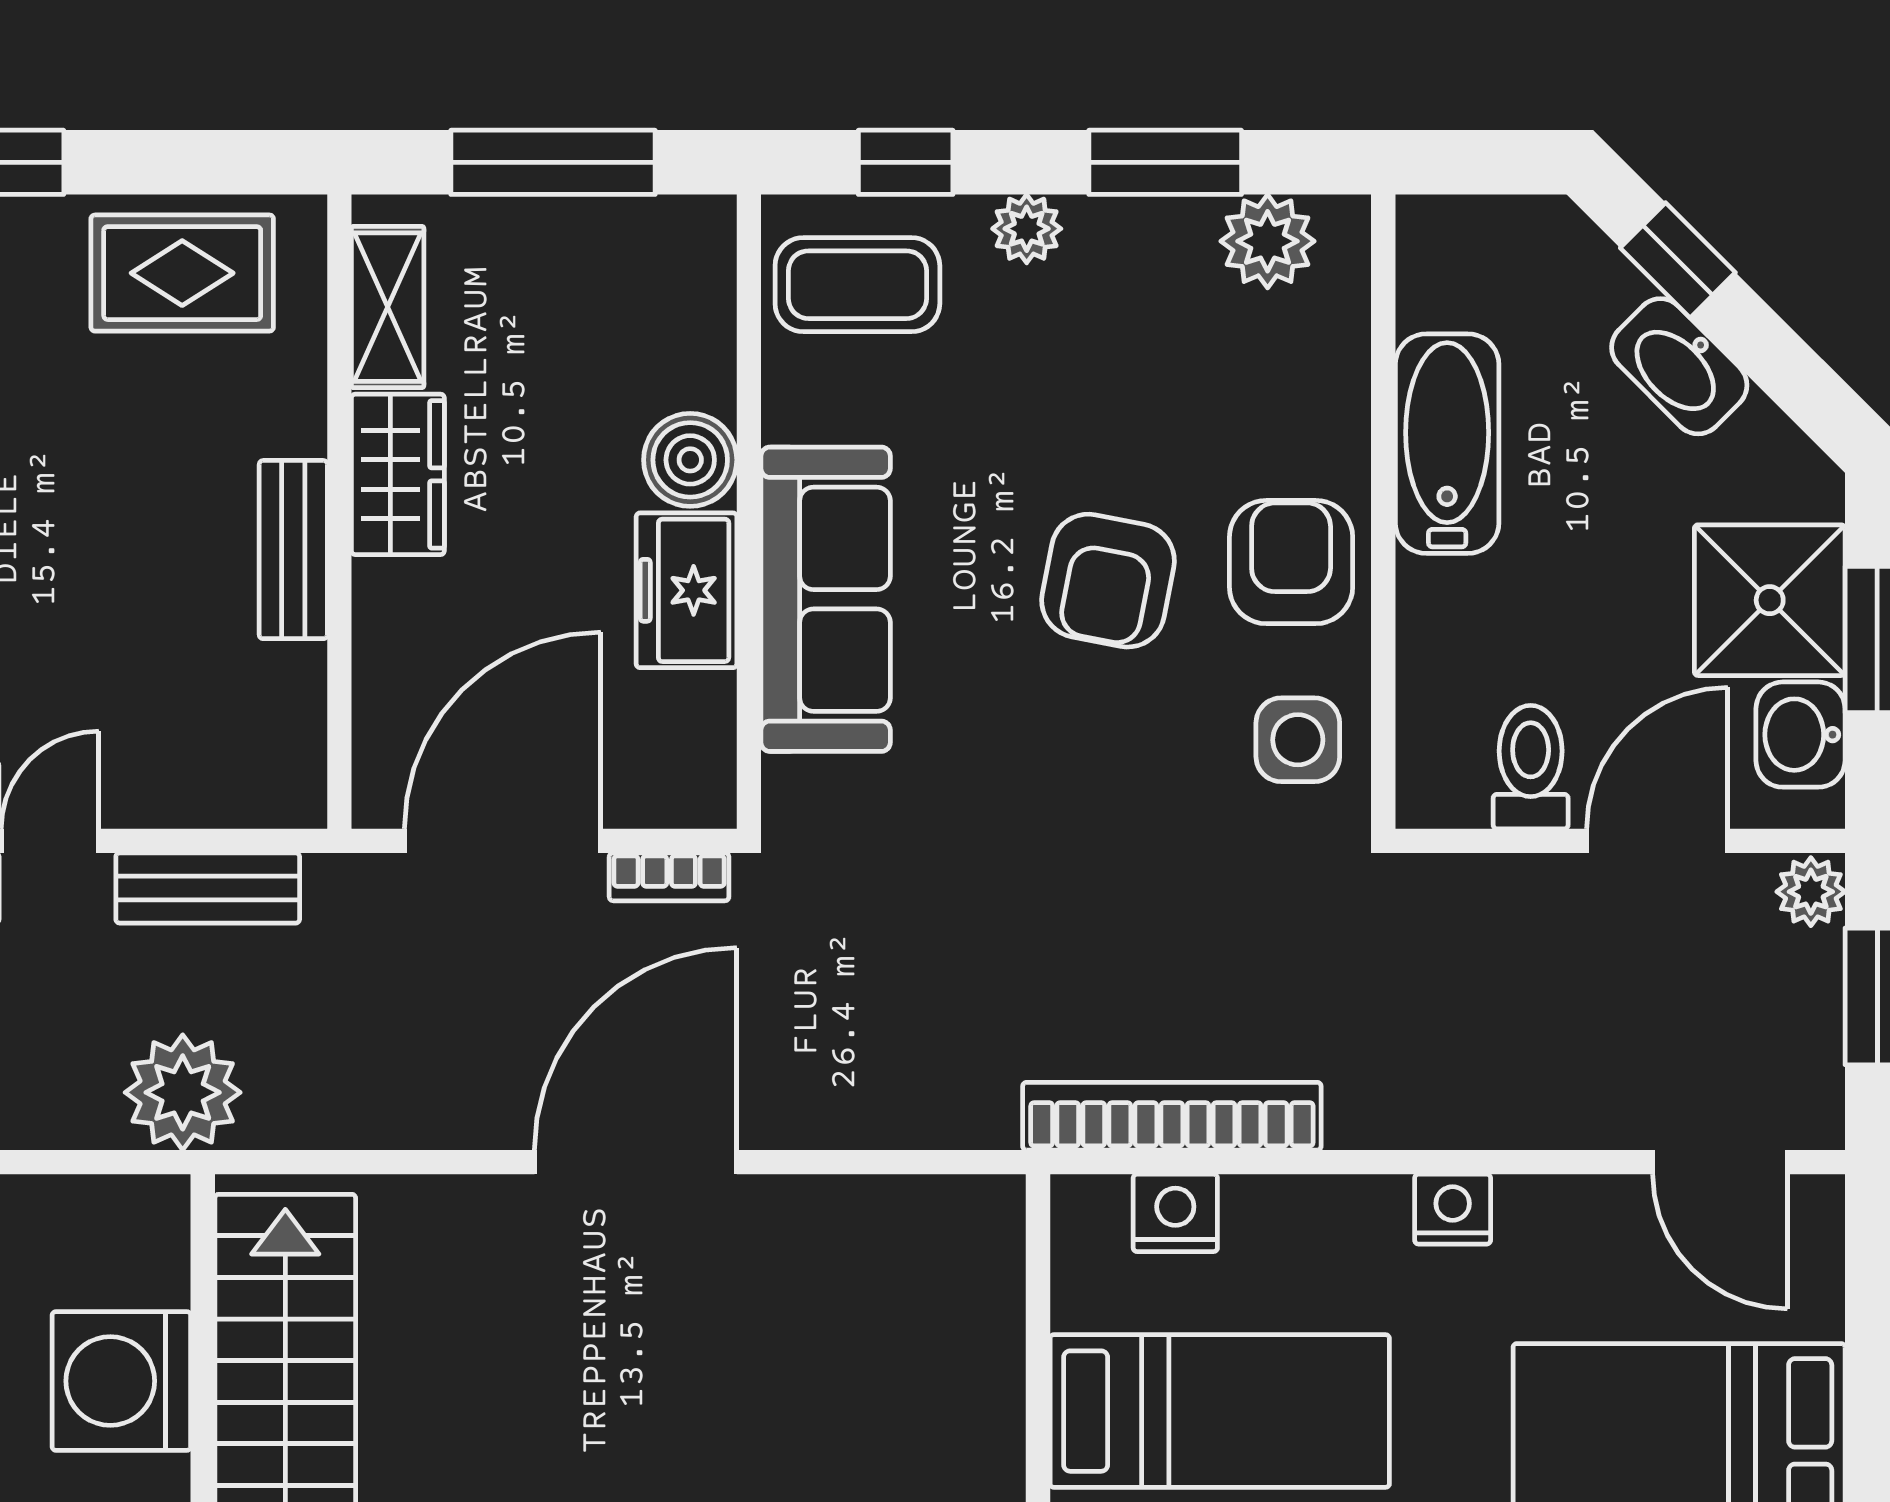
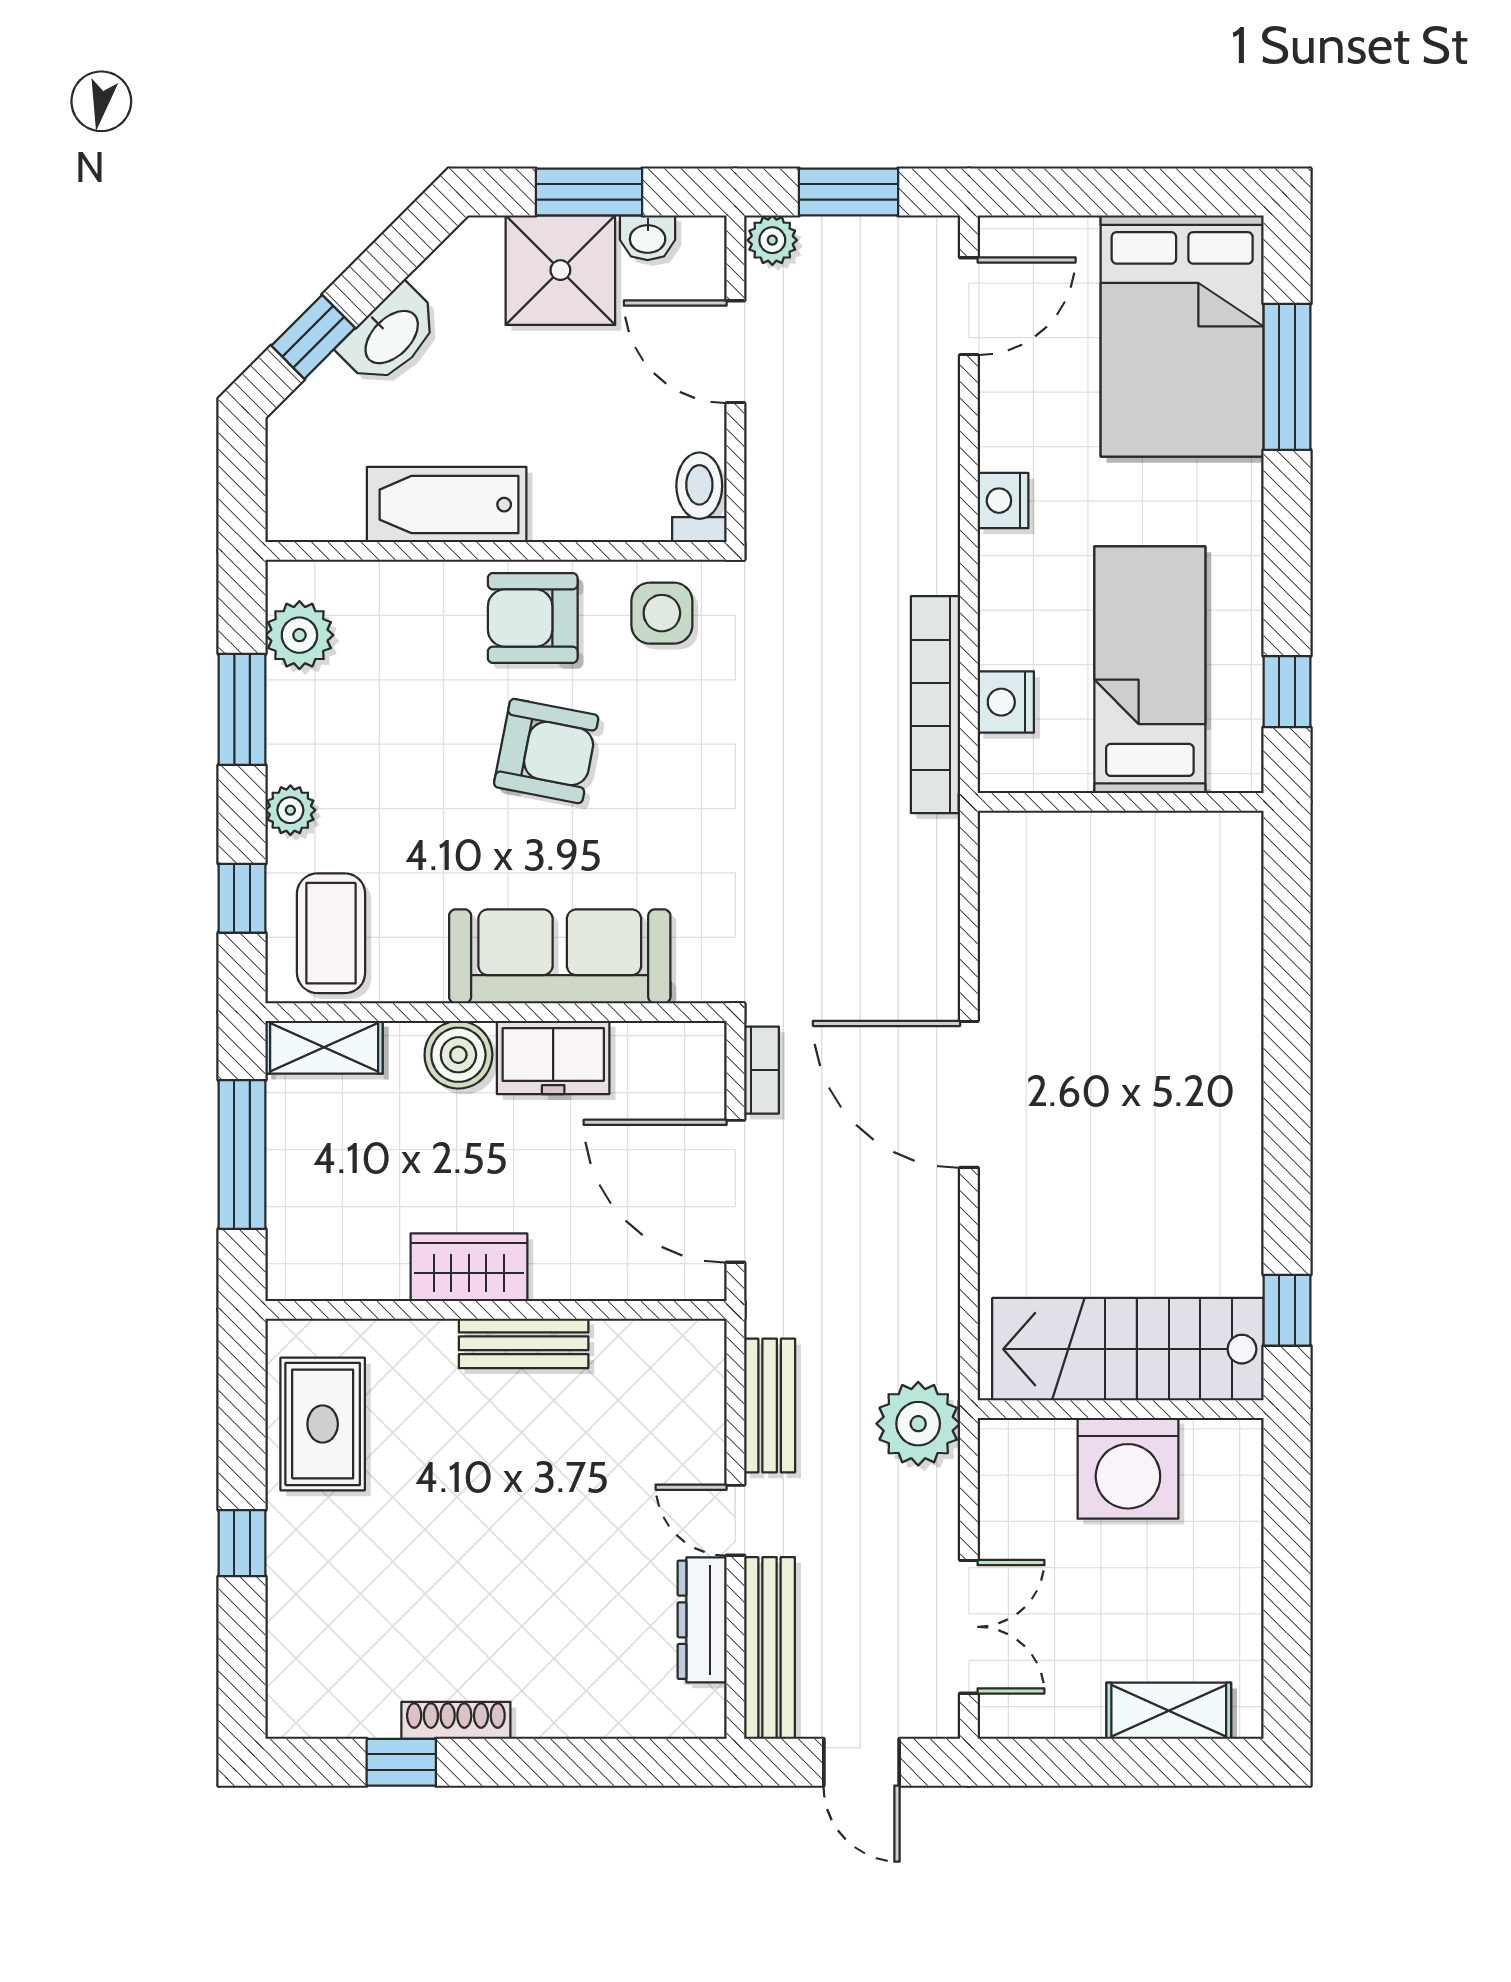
shelving: (388, 307) -> (324, 1047), moved
washbasin: (1800, 735) -> (648, 238), width x0.72, depth x0.69
toilet: (1531, 767) -> (699, 497), moved, turned 90

